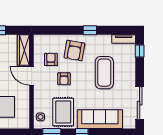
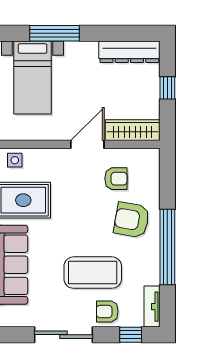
window: (90, 30) -> (167, 247), width x3.17
armchair: (64, 79) -> (107, 311), moved
sliding door: (140, 103) -> (64, 335), moved

